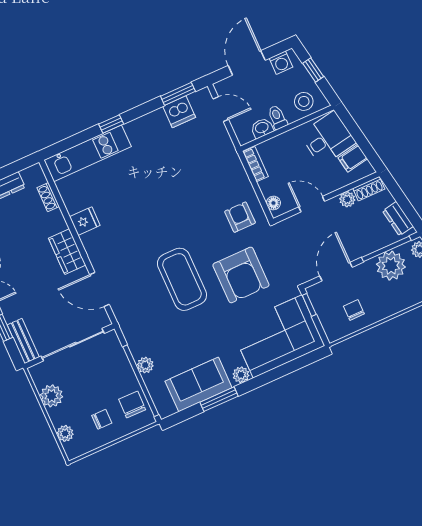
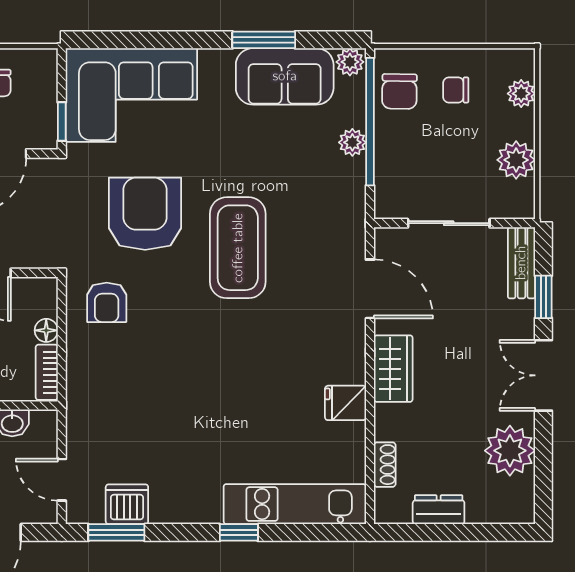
floor lamp: (273, 203) -> (46, 330), moved
sliding door: (73, 345) -> (449, 223), width x0.73
plant: (241, 375) -> (350, 62), moved

